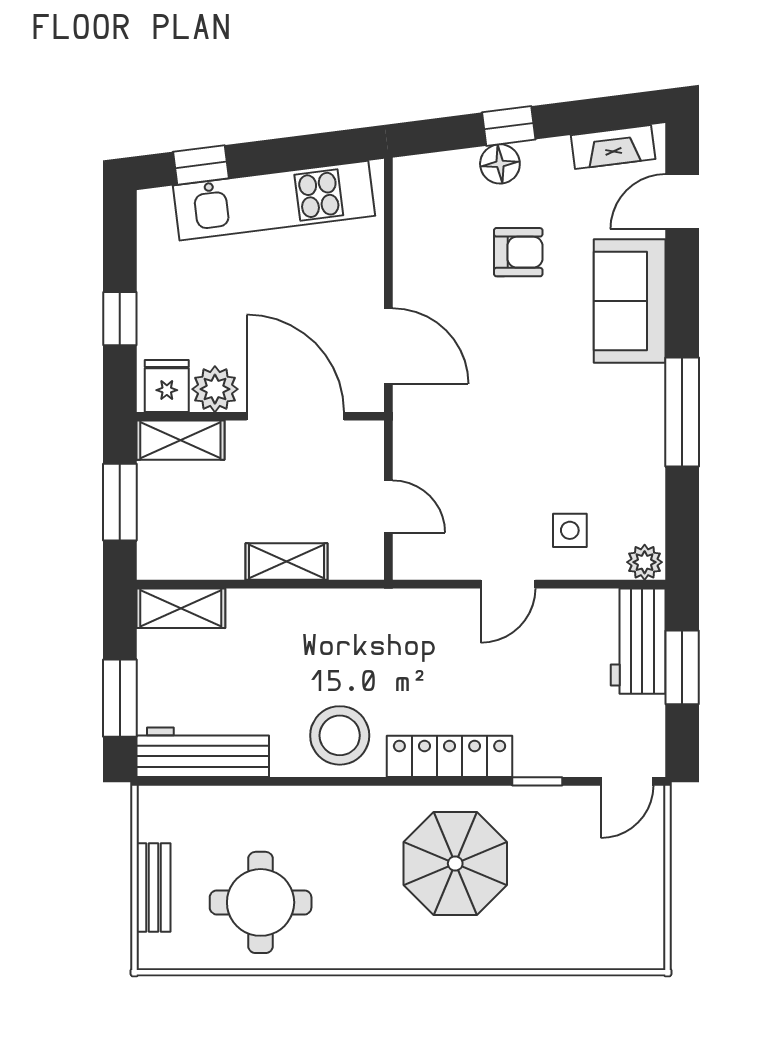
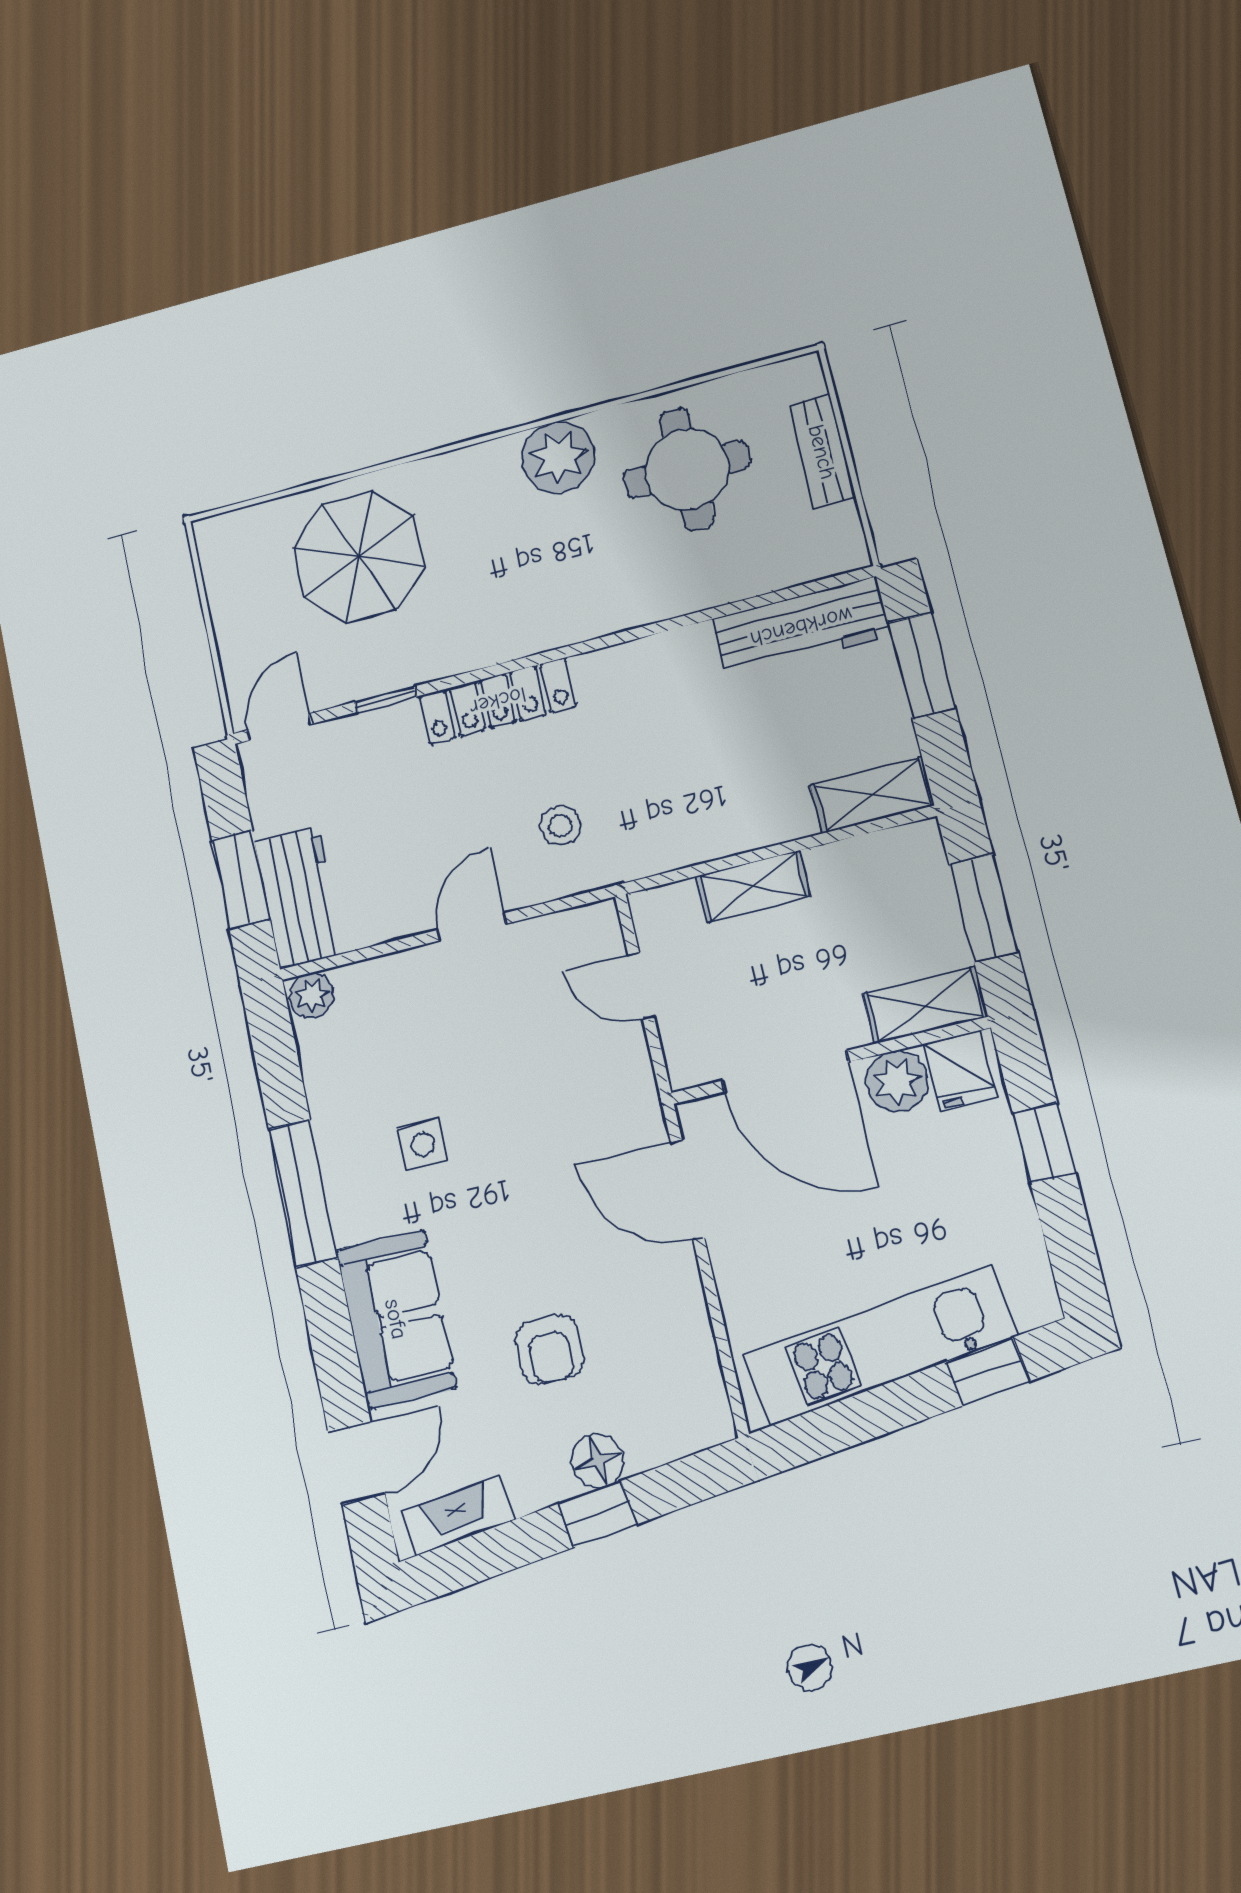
armchair: (518, 252) -> (549, 1350), turned -90
side table: (570, 530) -> (423, 1144), moved
stool: (340, 735) -> (560, 826), moved, width x0.53, depth x0.53
parasol: (455, 864) -> (359, 557), moved
plant: (359, 941) -> (558, 457), added

